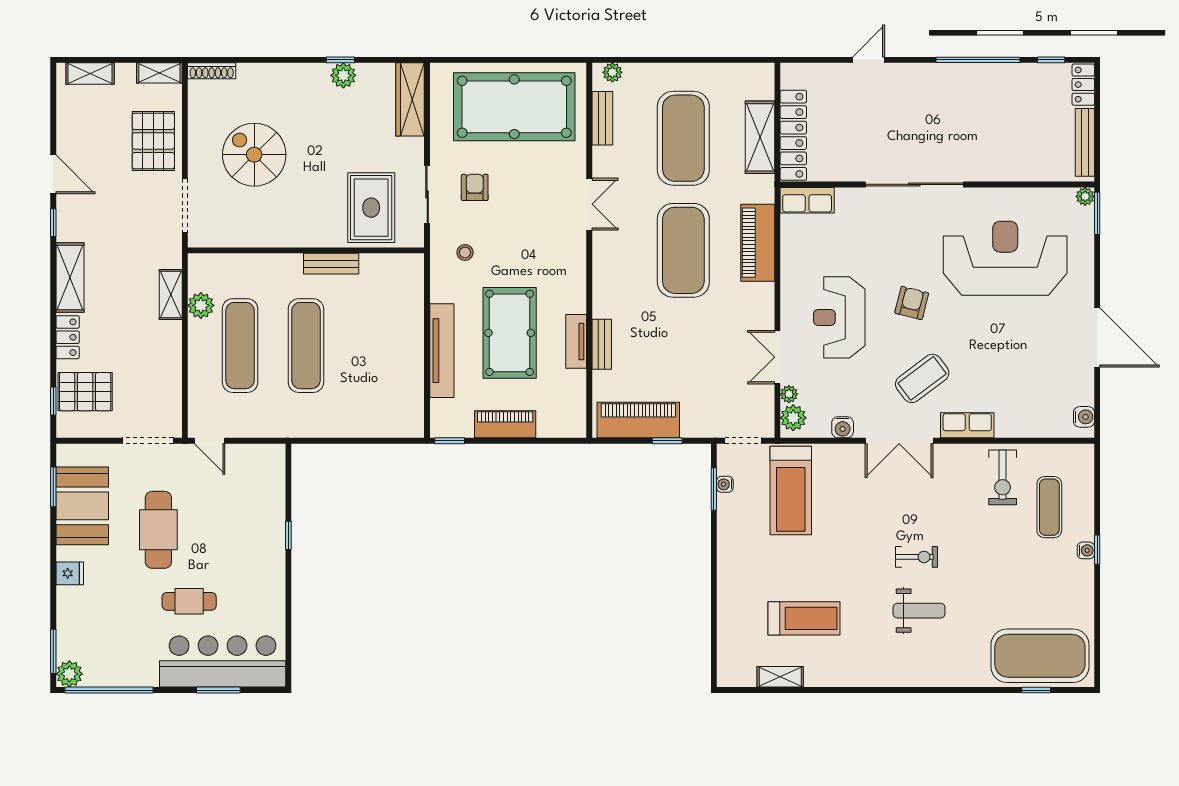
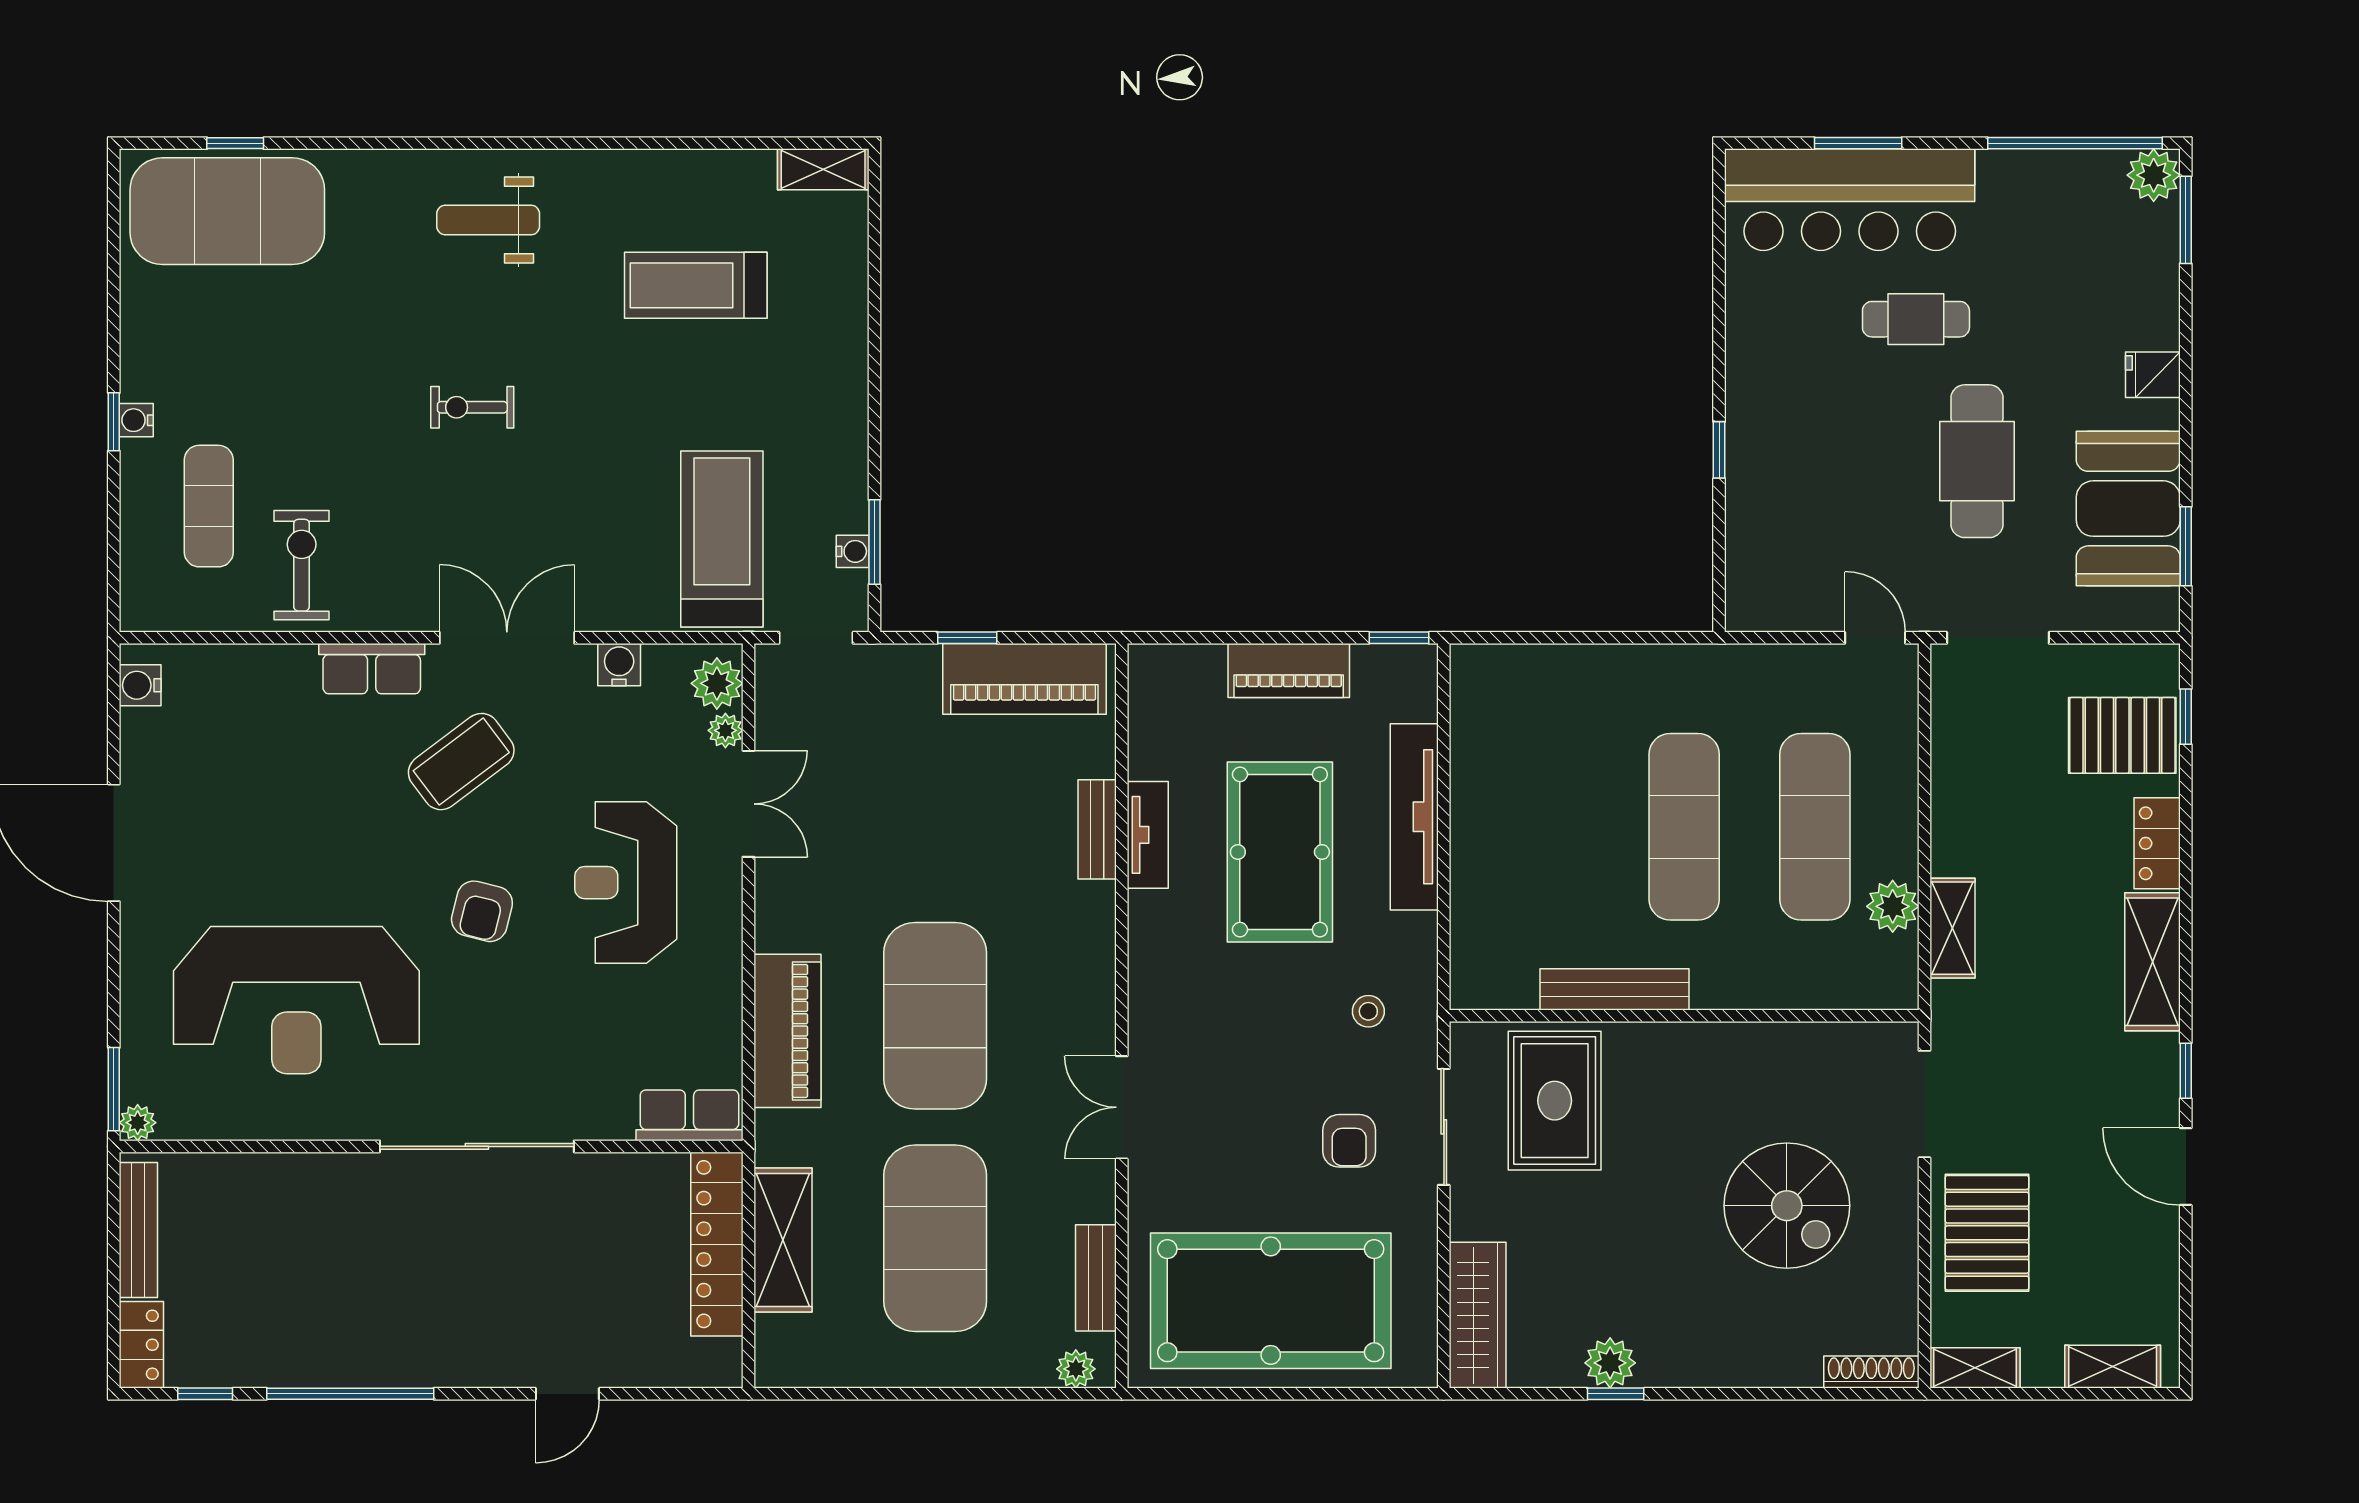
bench: (331, 264) -> (1614, 989), width x1.36
reception desk: (839, 317) -> (626, 883), turned 180
weight bench: (919, 611) -> (488, 220), moved
shelving: (780, 677) -> (823, 169), moved

